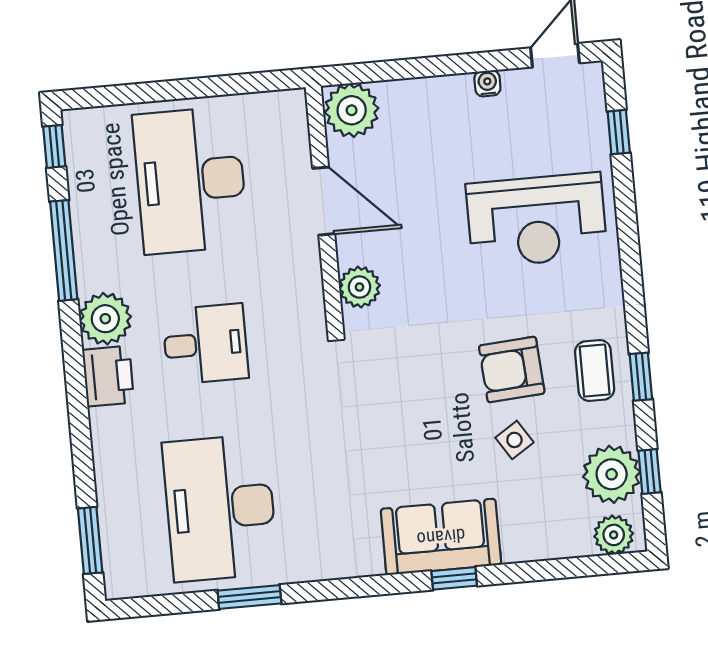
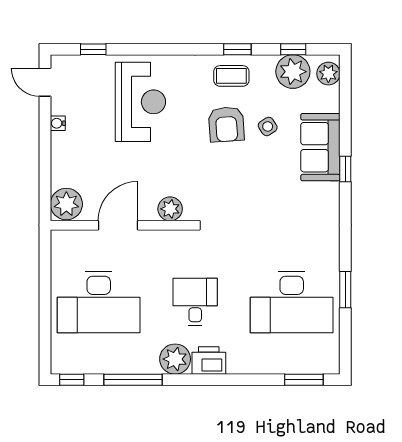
sofa: (441, 537) -> (320, 147), moved

